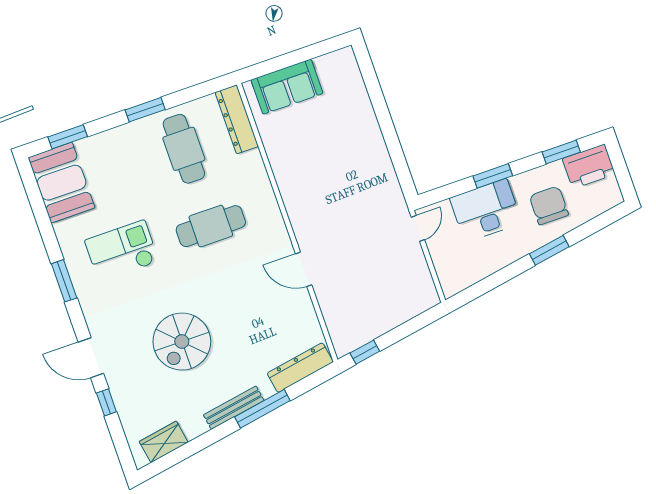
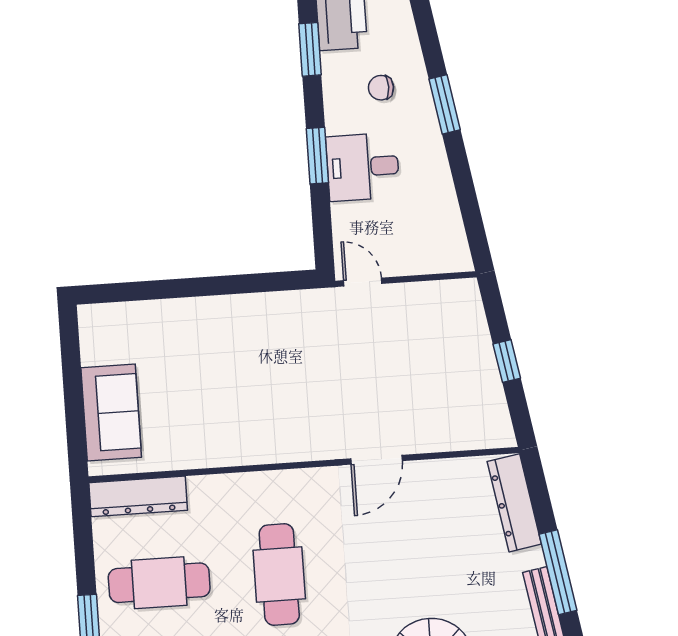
chair: (549, 205) -> (381, 88), width x0.54, depth x0.54
desk: (486, 210) -> (363, 167), width x0.73
window: (365, 352) -> (507, 361), moved

